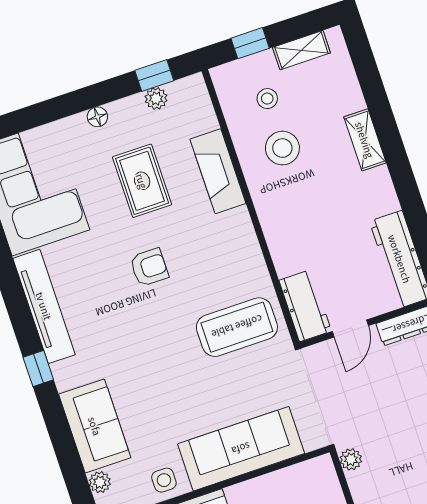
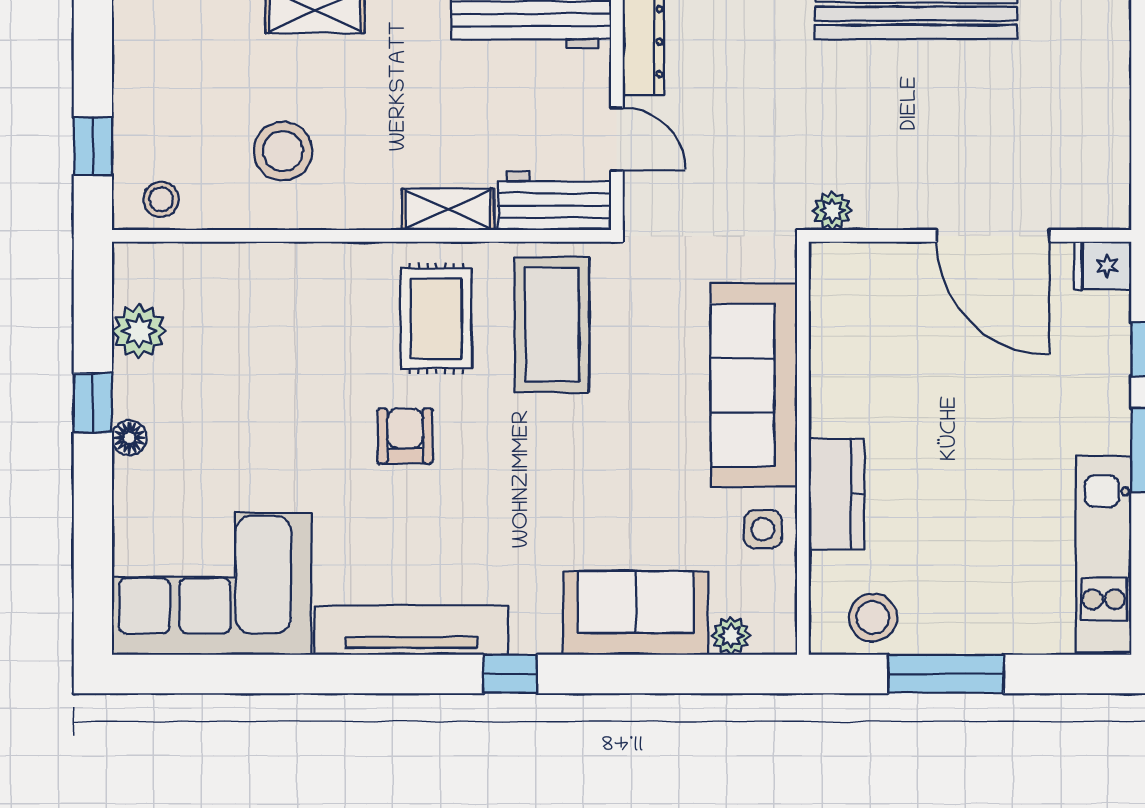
shelving: (301, 50) -> (448, 209), moved, turned 90
window: (154, 76) -> (93, 403), moved
plant: (156, 98) -> (139, 331), width x1.38, depth x1.38
stool: (267, 99) -> (161, 199), moved
fireplace: (218, 171) -> (285, 270), removed
rug: (142, 181) -> (436, 318), moved, turned 90

